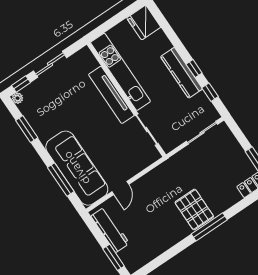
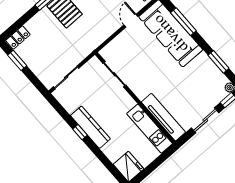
kitchen unit: (121, 72) -> (150, 129), width x0.73
window: (210, 92) -> (64, 113), removed
tv unit: (111, 95) -> (163, 117), moved

